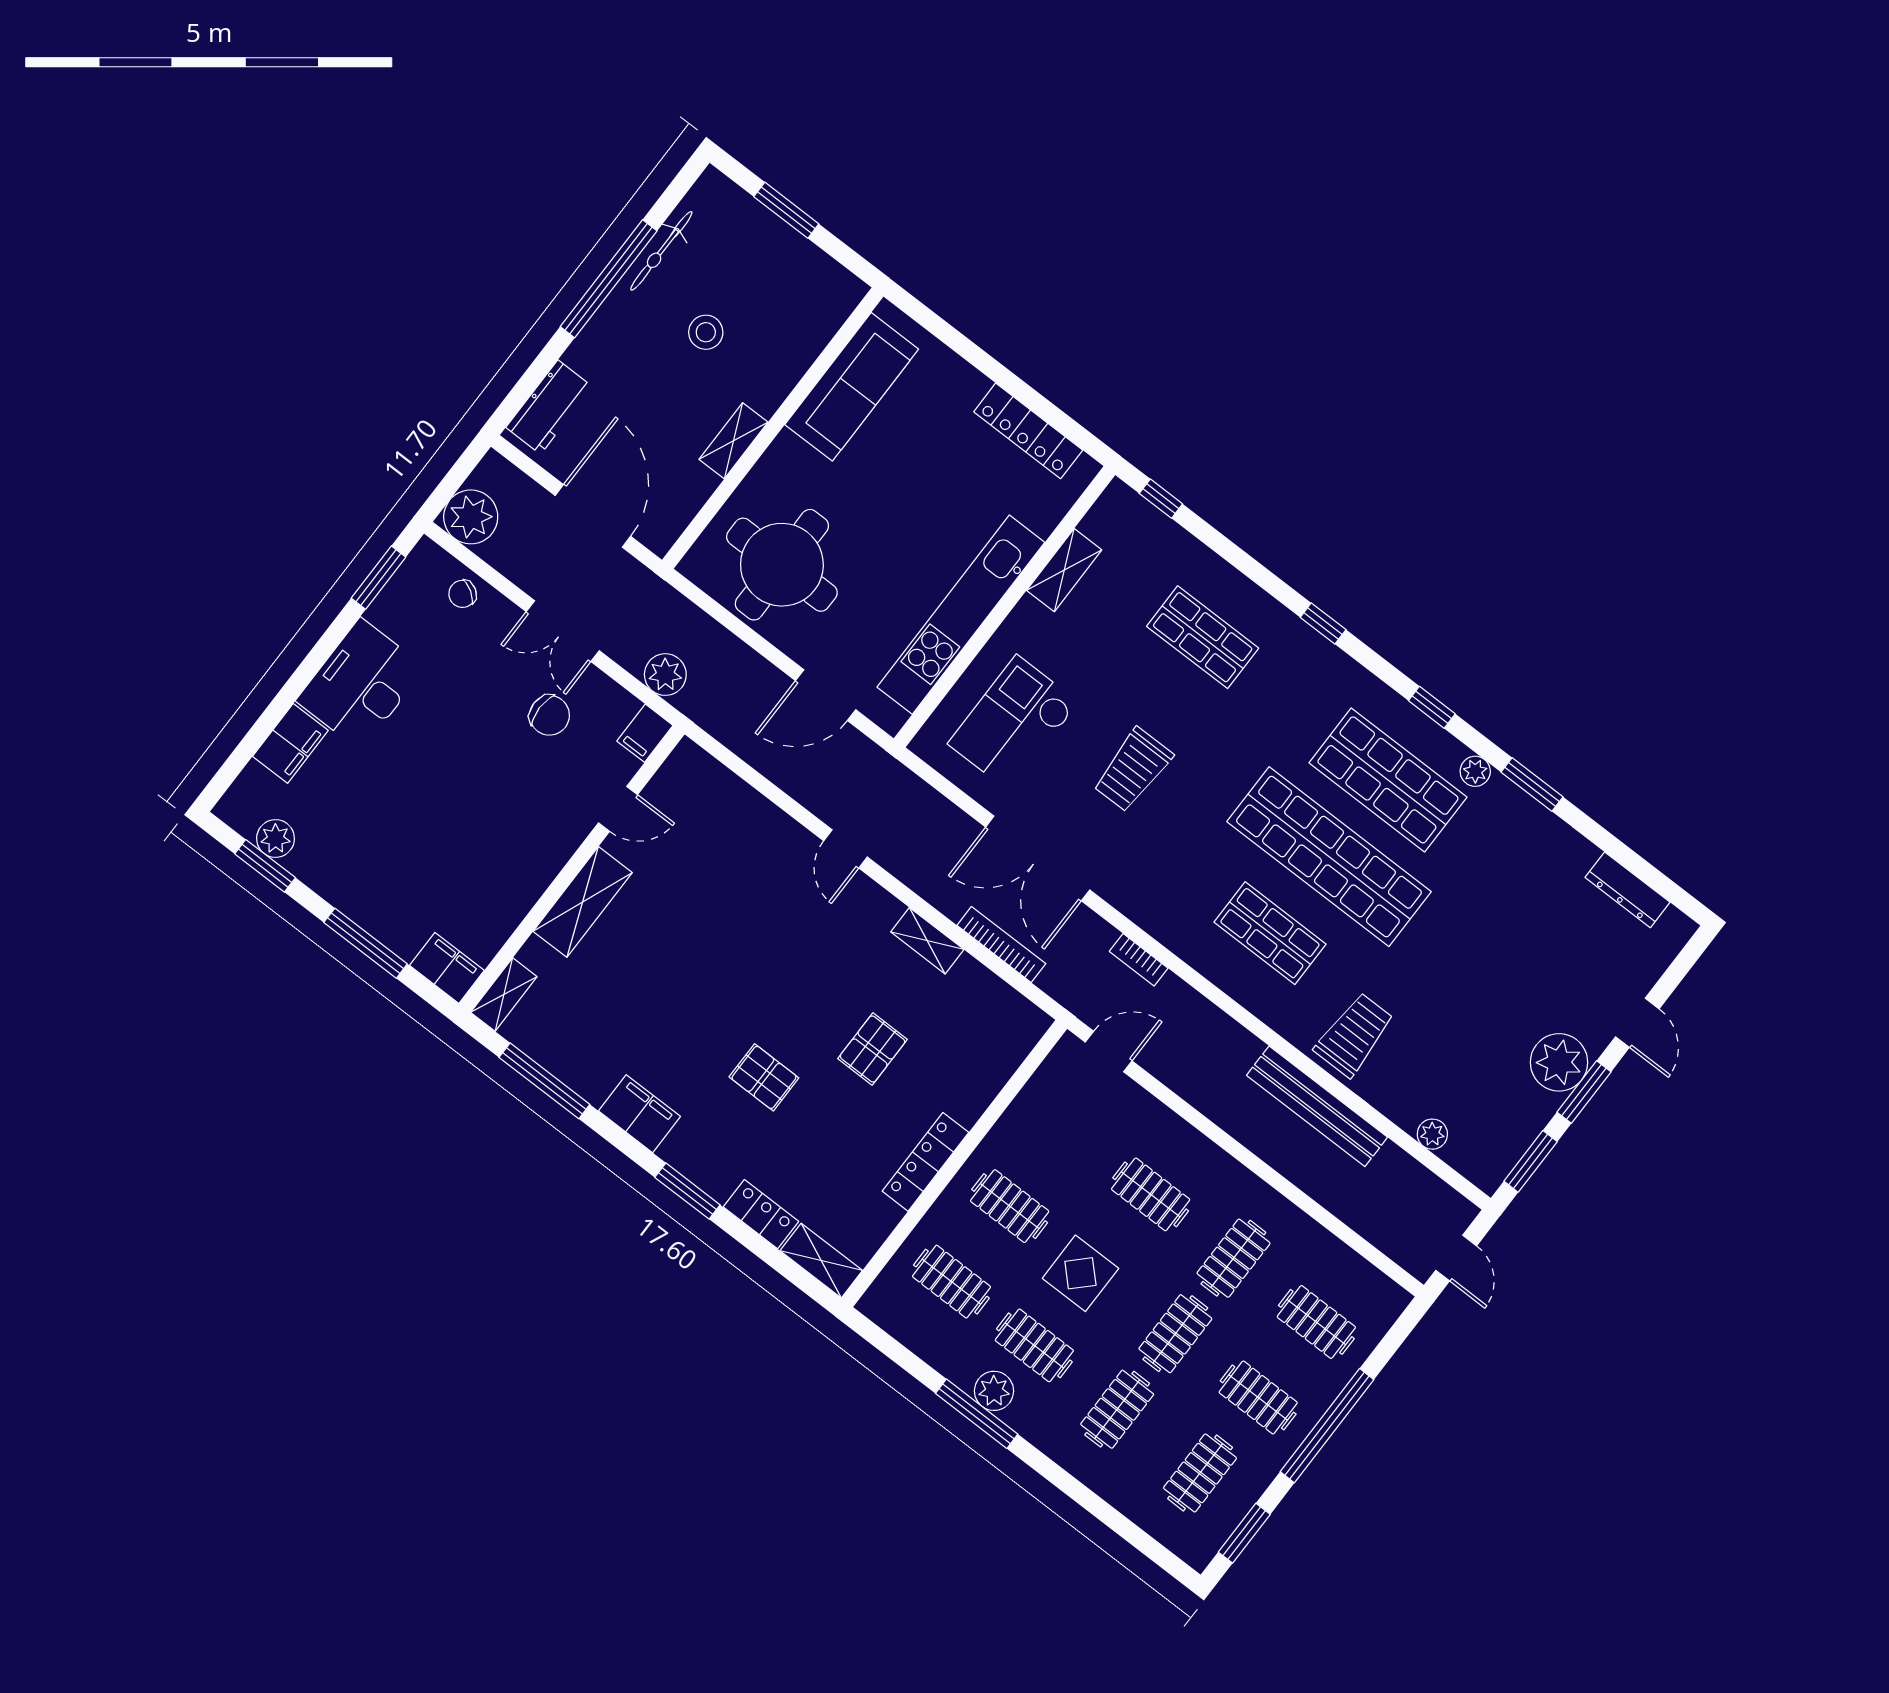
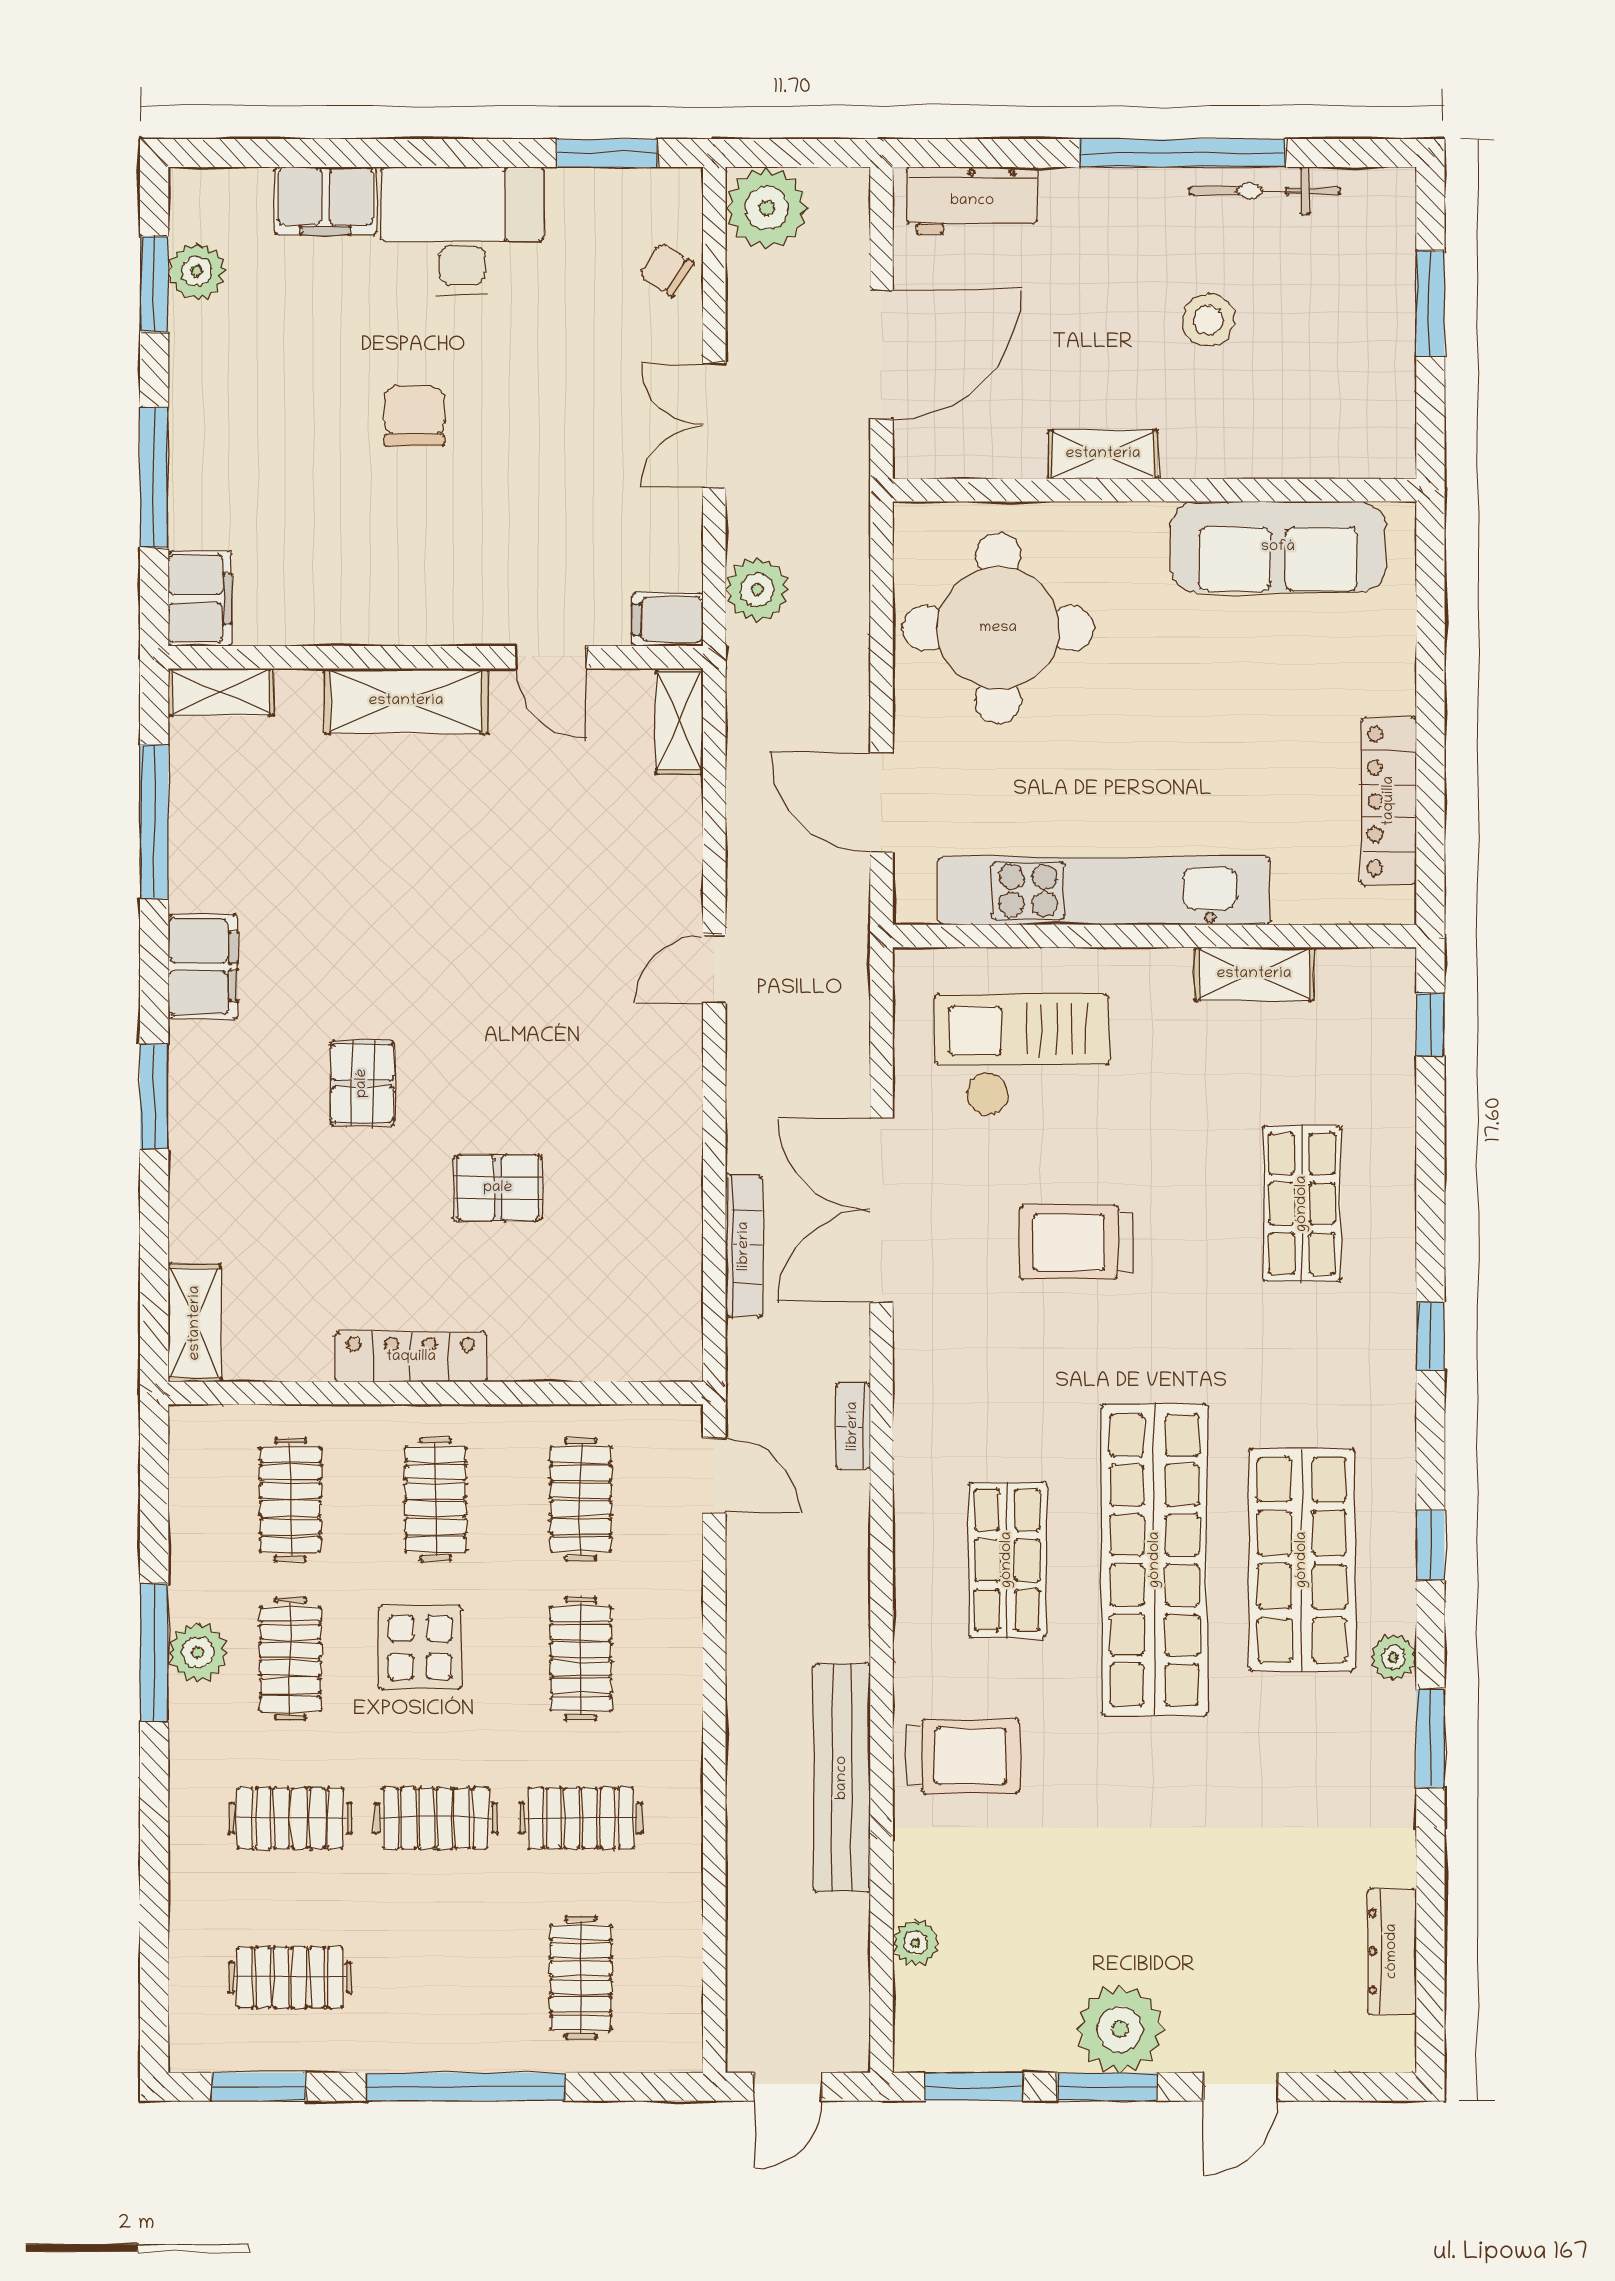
chair: (550, 715) -> (414, 416), moved, turned 180
shelving: (927, 941) -> (679, 721), moved
locker: (761, 1214) -> (195, 1207), removed
clothes rail: (1258, 1397) -> (581, 1499), moved

